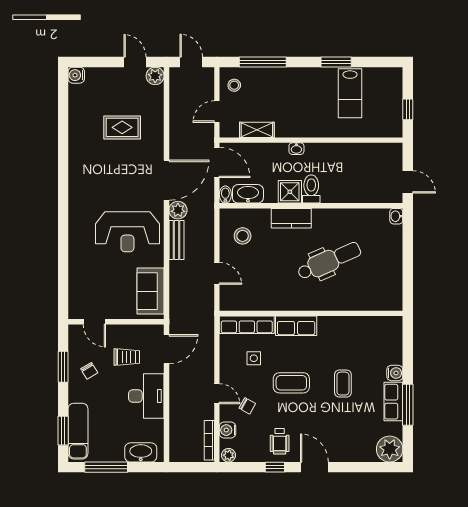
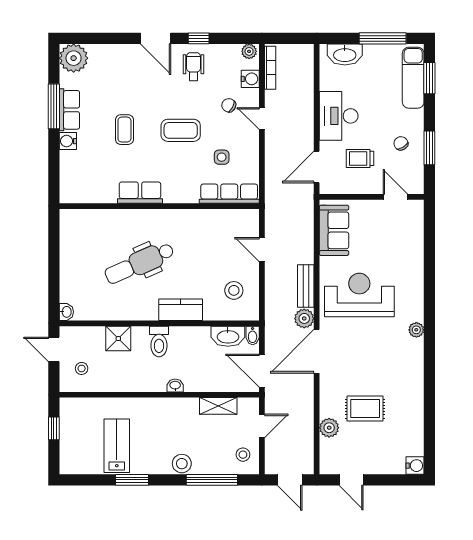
plant: (155, 76) -> (329, 428), moved
stool: (290, 77) -> (182, 464), added
stool: (382, 164) -> (82, 368), added
shower: (290, 192) -> (118, 339), moved
plant: (75, 200) -> (416, 330), added
row of seats: (296, 326) -> (140, 193), moved

